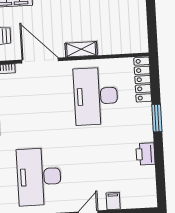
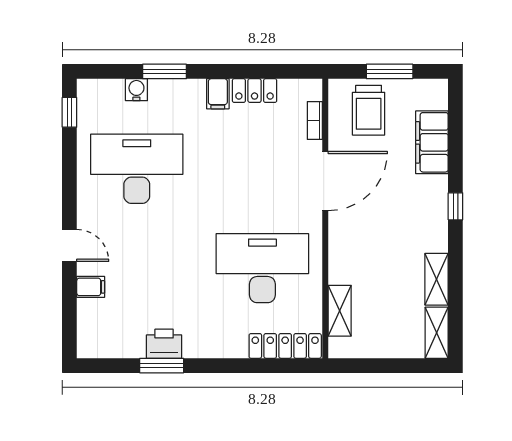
shelving: (81, 49) -> (340, 311), moved
window: (157, 118) -> (162, 366), moved

